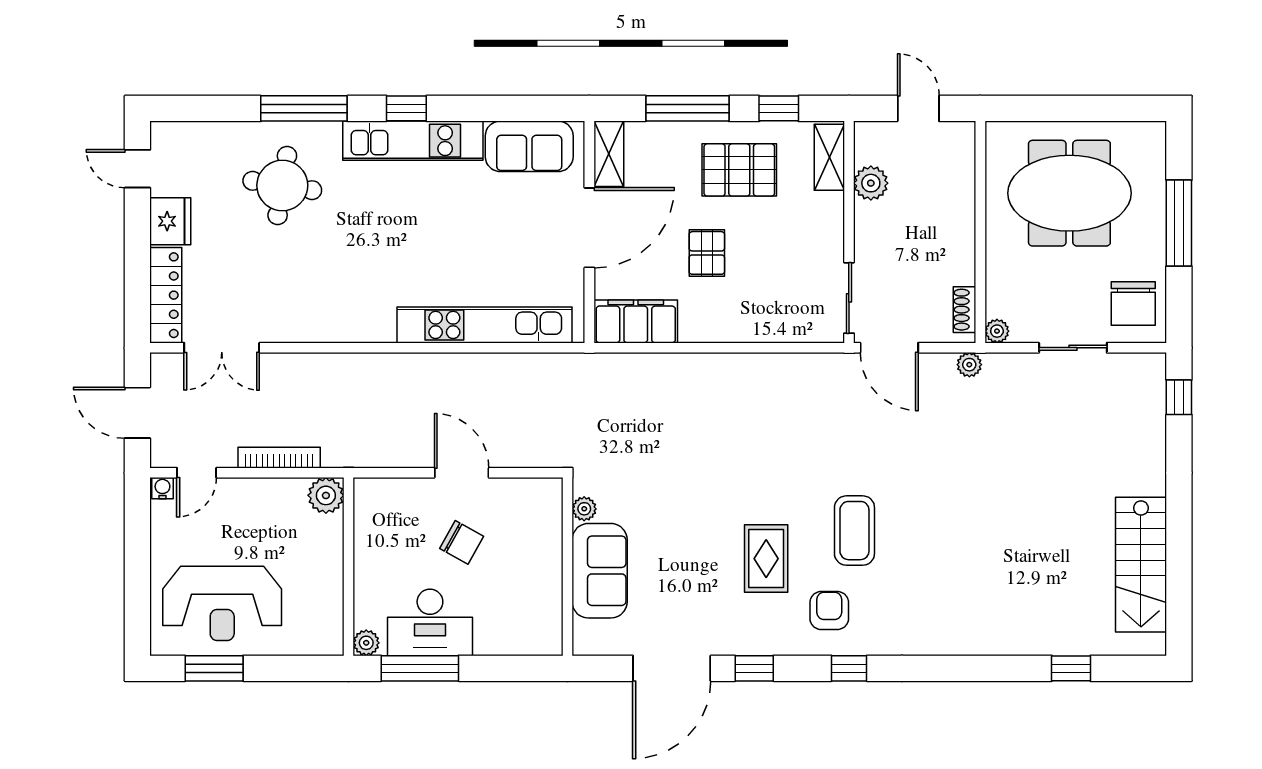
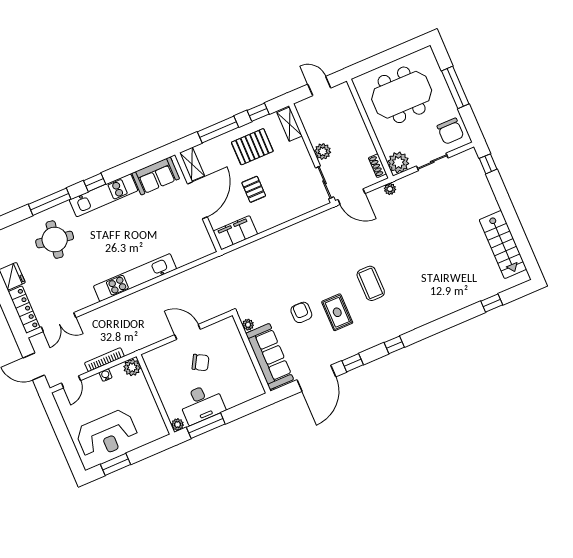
plant: (871, 183) -> (323, 151), moved
kitchen unit: (485, 325) -> (135, 278), moved
plant: (997, 331) -> (398, 162), width x1.87, depth x1.87
water cooler: (162, 488) -> (106, 375), moved
sofa: (600, 571) -> (270, 356), width x1.36
armchair: (829, 611) -> (301, 312), moved

